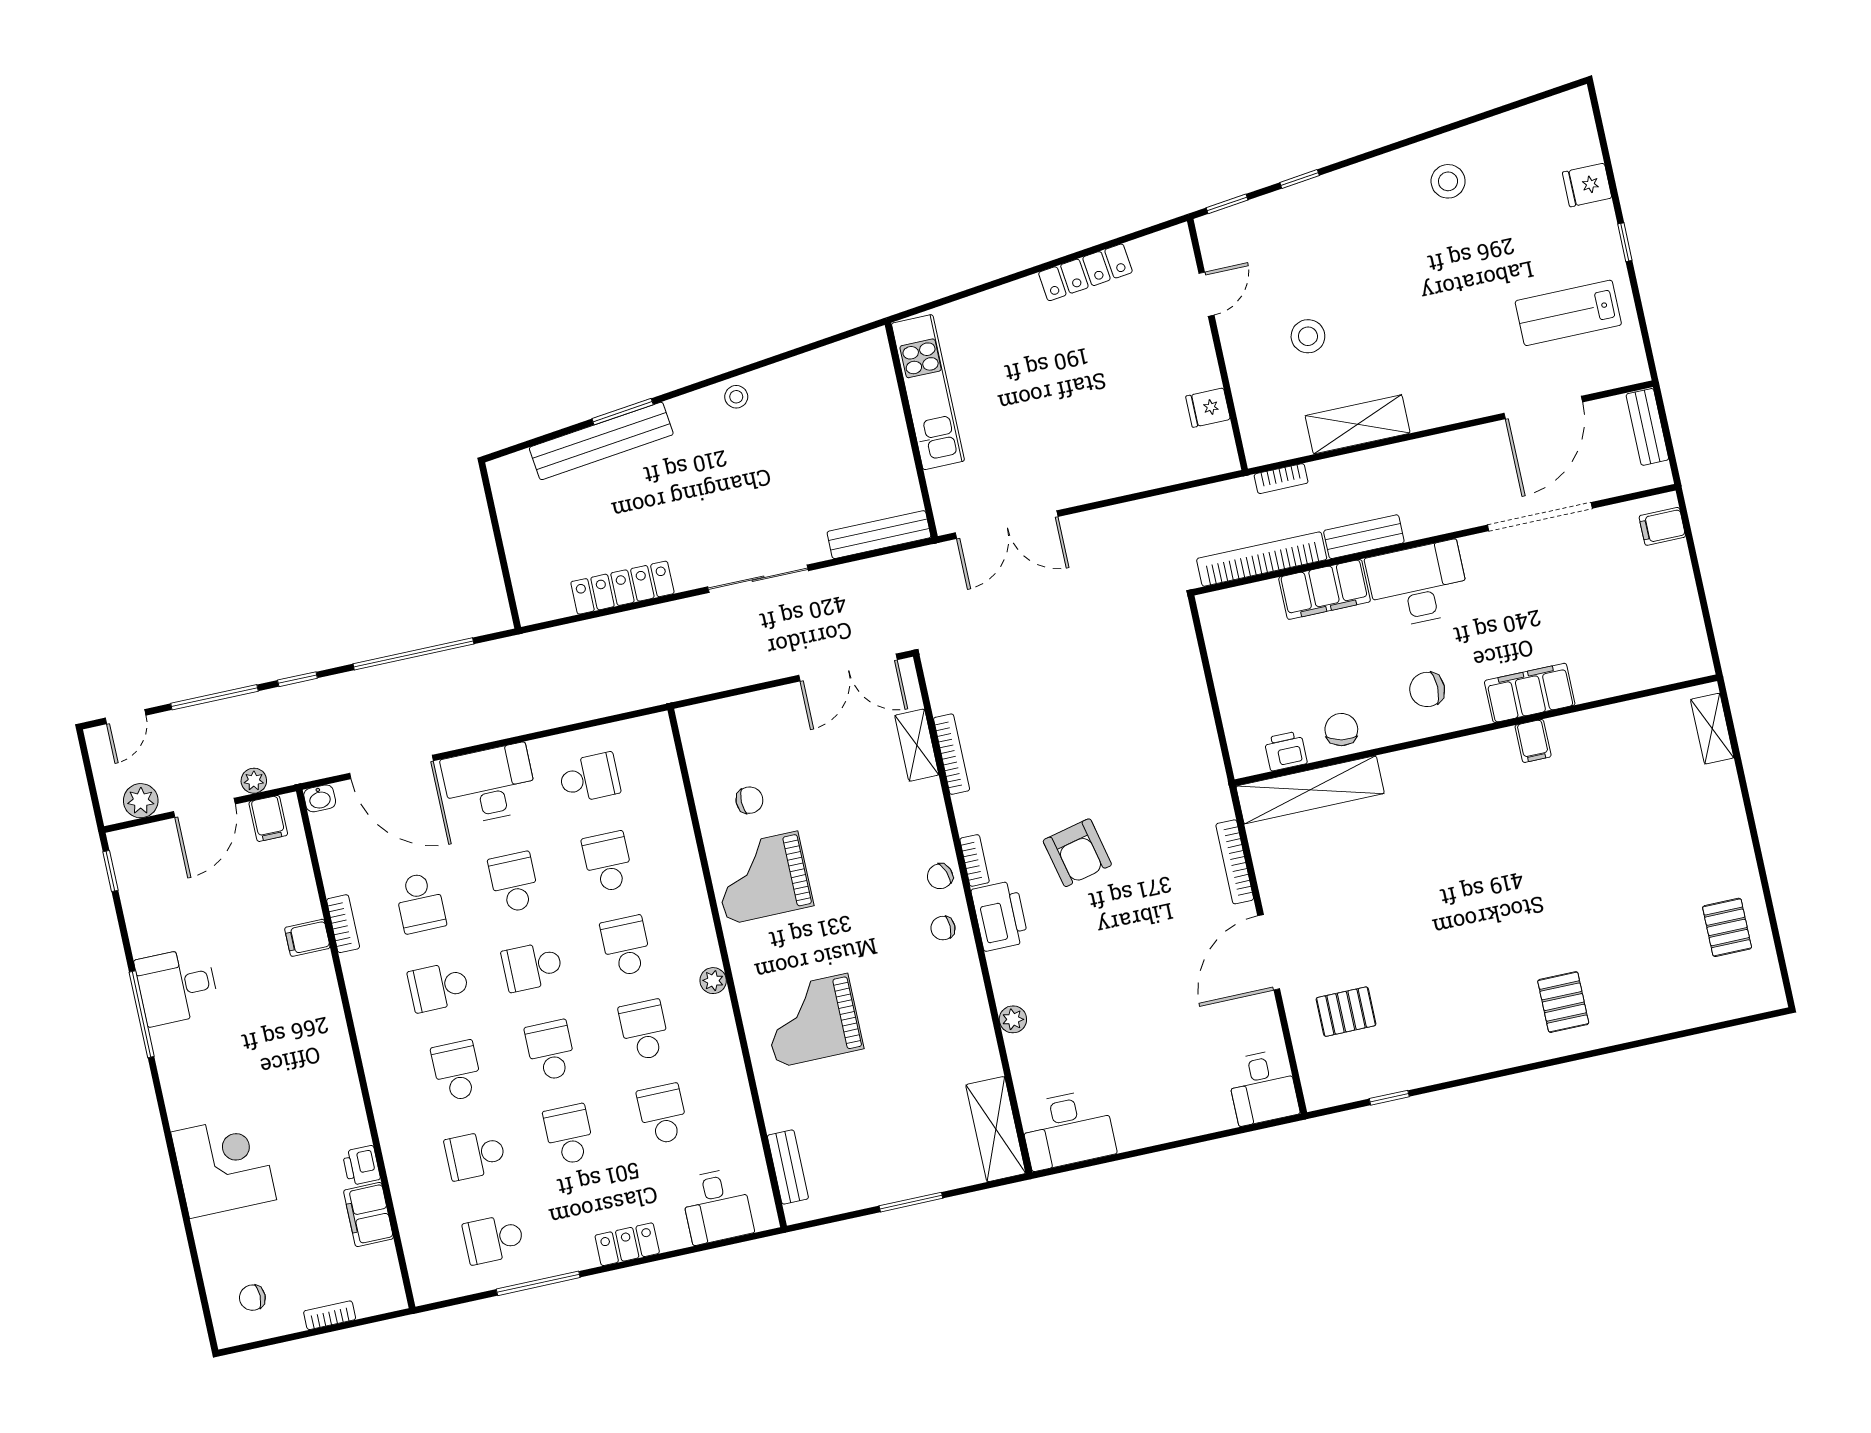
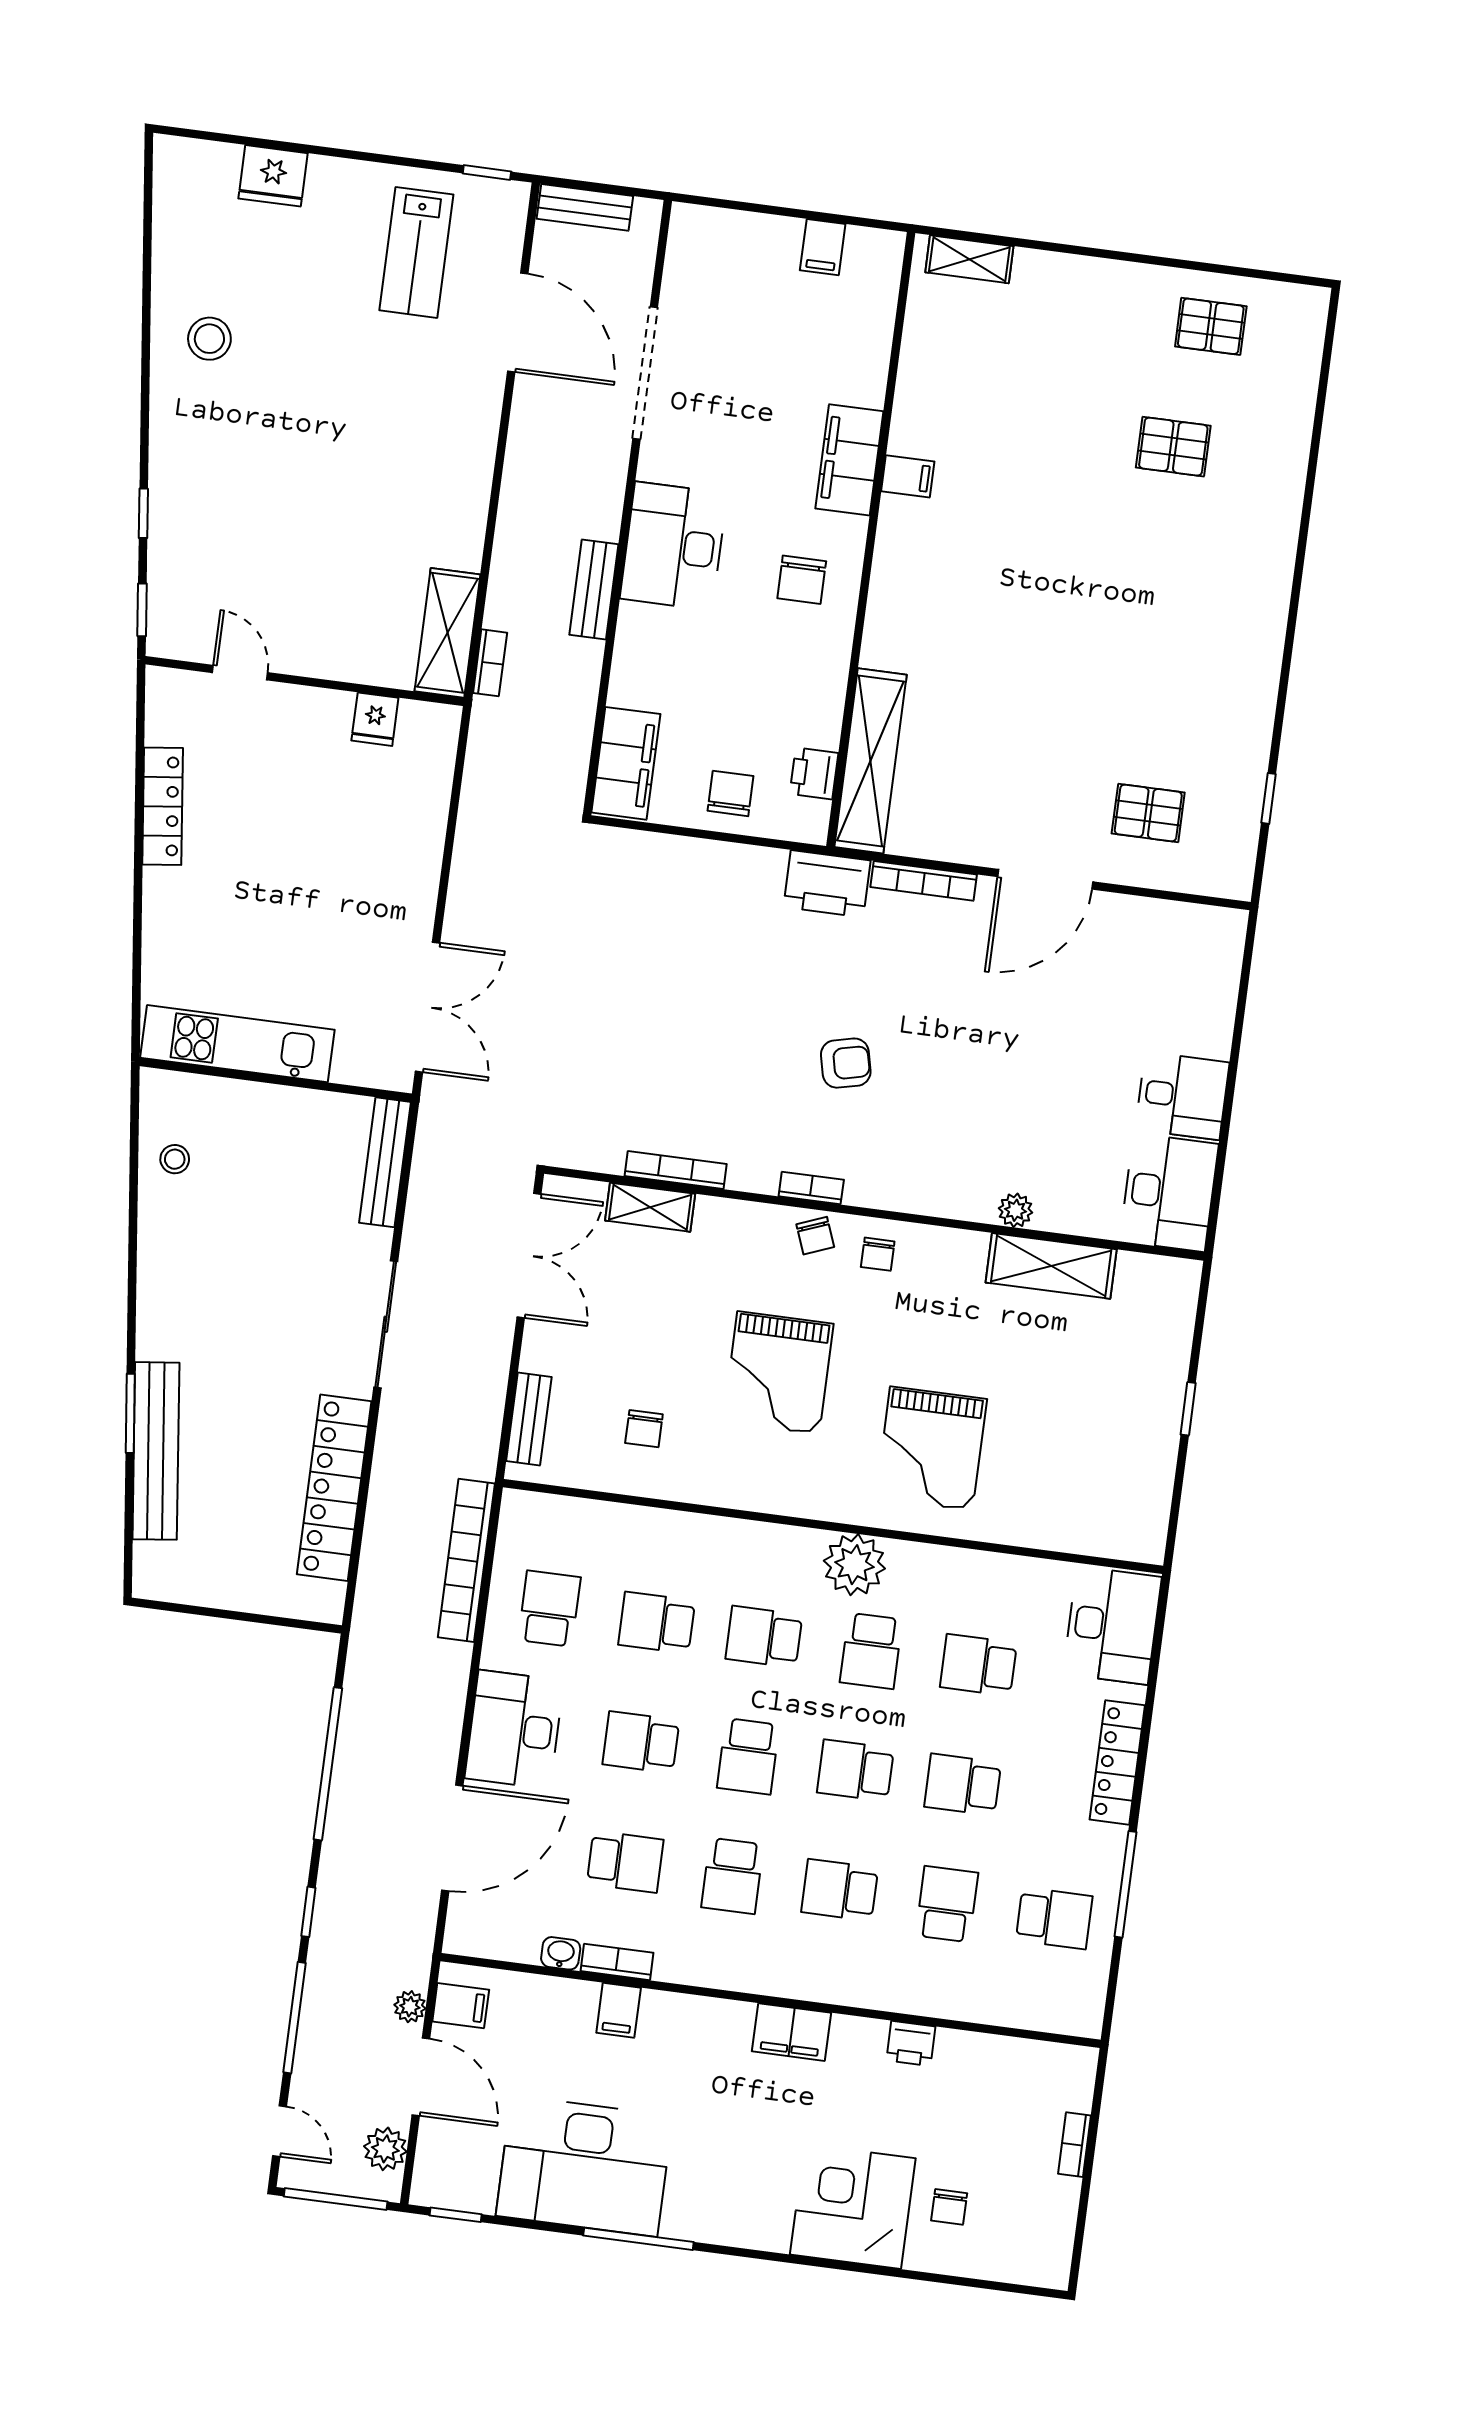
fridge: (1587, 185) -> (273, 176), width x1.38
window: (1625, 242) -> (487, 172), moved
stool: (1308, 336) -> (333, 570), removed
stool: (736, 397) -> (175, 1159), moved
shelving: (1358, 424) -> (447, 633), moved
filing cabinet: (1662, 526) -> (823, 247), moved
bookcase: (1262, 559) -> (466, 1560), moved
locker: (622, 588) -> (334, 1488), width x1.41, depth x1.21
filing cabinet: (1325, 589) -> (626, 763), moved
chair: (1341, 730) -> (731, 793), moved, turned 79
window: (90, 777) -> (336, 2199), added
washbasin: (320, 798) -> (561, 1953), moved, turned -90
chair: (749, 800) -> (644, 1429), turned 180
armchair: (1077, 853) -> (846, 1063), width x0.72, depth x0.72
grand piano: (762, 878) -> (778, 1373), moved
printer: (1000, 916) -> (827, 884), moved, turned 180
door: (1269, 952) -> (1045, 879), hinge flipped
plant: (713, 981) -> (854, 1565), width x1.88, depth x1.88
desk: (177, 986) -> (584, 2166), width x1.87, depth x1.30
pallet: (1563, 1002) -> (1173, 447), moved
pallet: (1346, 1012) -> (1148, 813), turned 90
school desk: (644, 1030) -> (871, 1651), turned -90
desk: (1263, 1087) -> (1182, 1096), moved
shelving: (996, 1129) -> (1051, 1266), moved
school desk: (475, 1155) -> (947, 1904), turned 180
bench: (788, 1167) -> (529, 1419), moved, turned 90
window: (911, 1202) -> (1188, 1409), width x0.67
desk: (717, 1206) -> (1112, 1625), width x1.37
filing cabinet: (368, 1215) -> (791, 2032), moved
school desk: (494, 1239) -> (1054, 1918), turned -90
locker: (627, 1244) -> (1117, 1762), width x1.53
chair: (252, 1298) -> (949, 2207), moved

